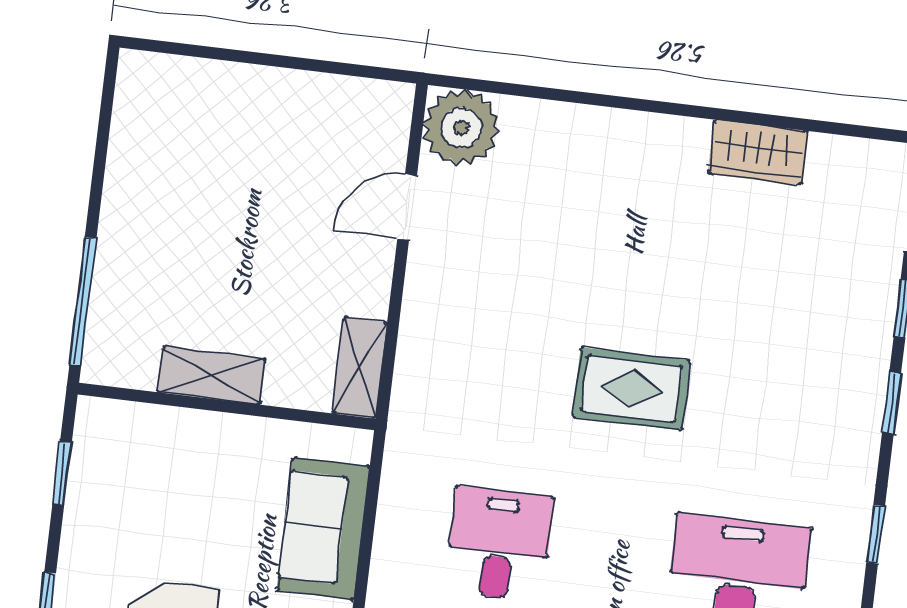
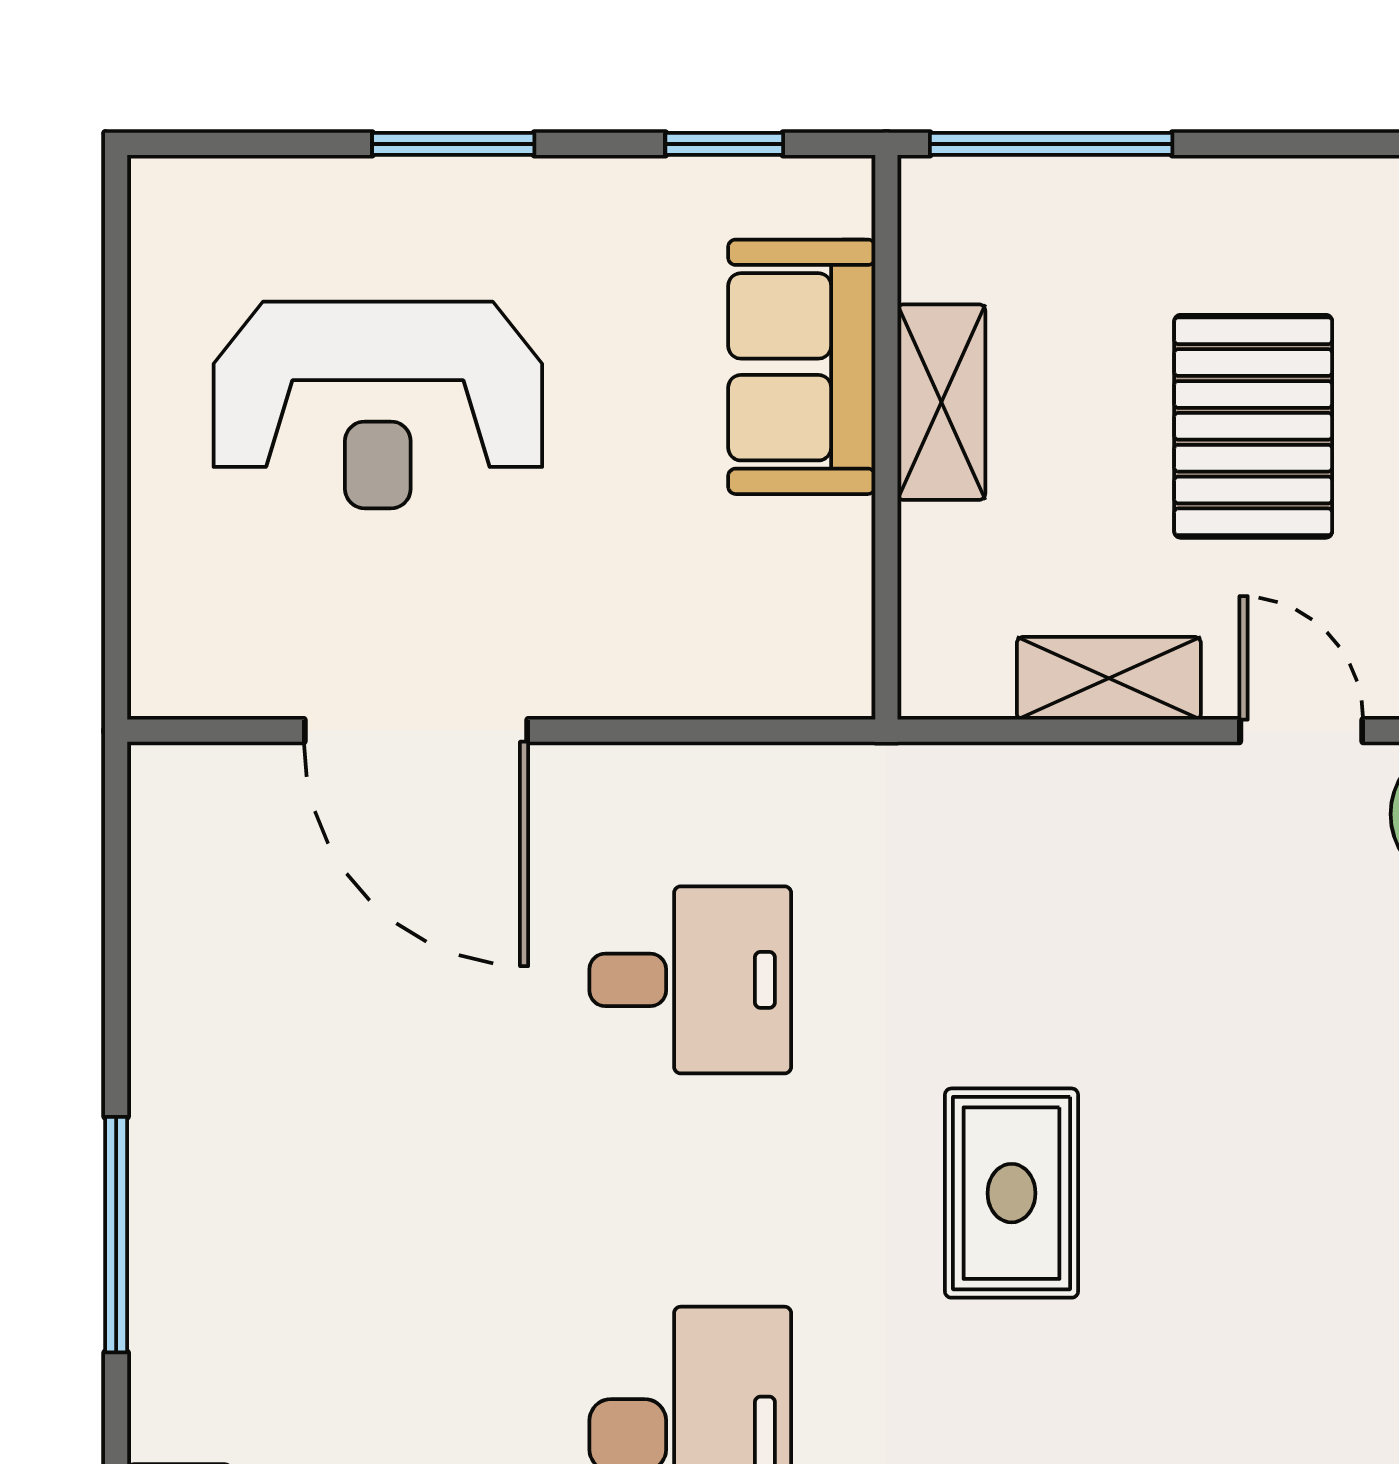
pallet: (244, 213) -> (1253, 426), added
shelving: (360, 368) -> (1109, 678), moved
sofa: (323, 528) -> (802, 367), moved, turned -90

